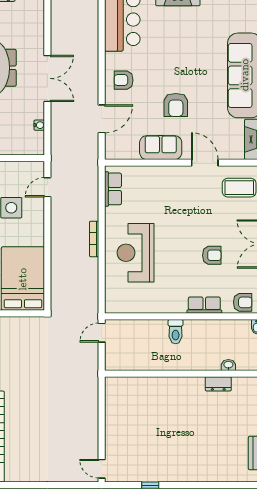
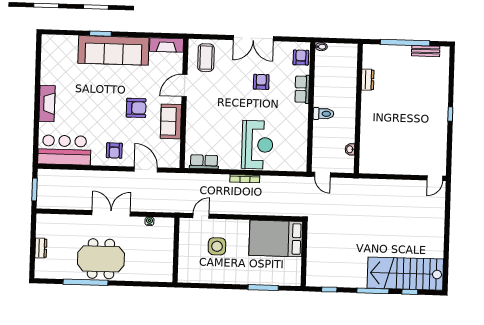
door: (47, 187) -> (201, 216), swing flipped
reception desk: (136, 253) -> (257, 145), turned -90
washbasin: (228, 365) -> (350, 149), moved
window: (150, 485) -> (450, 114), moved

